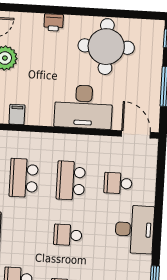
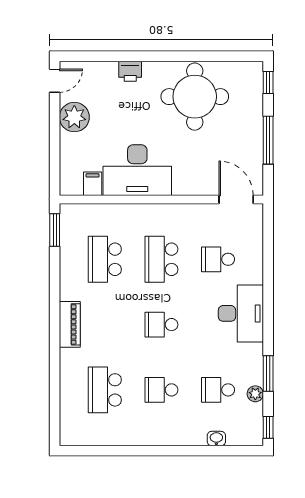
desk: (83, 107) -> (137, 170), moved

